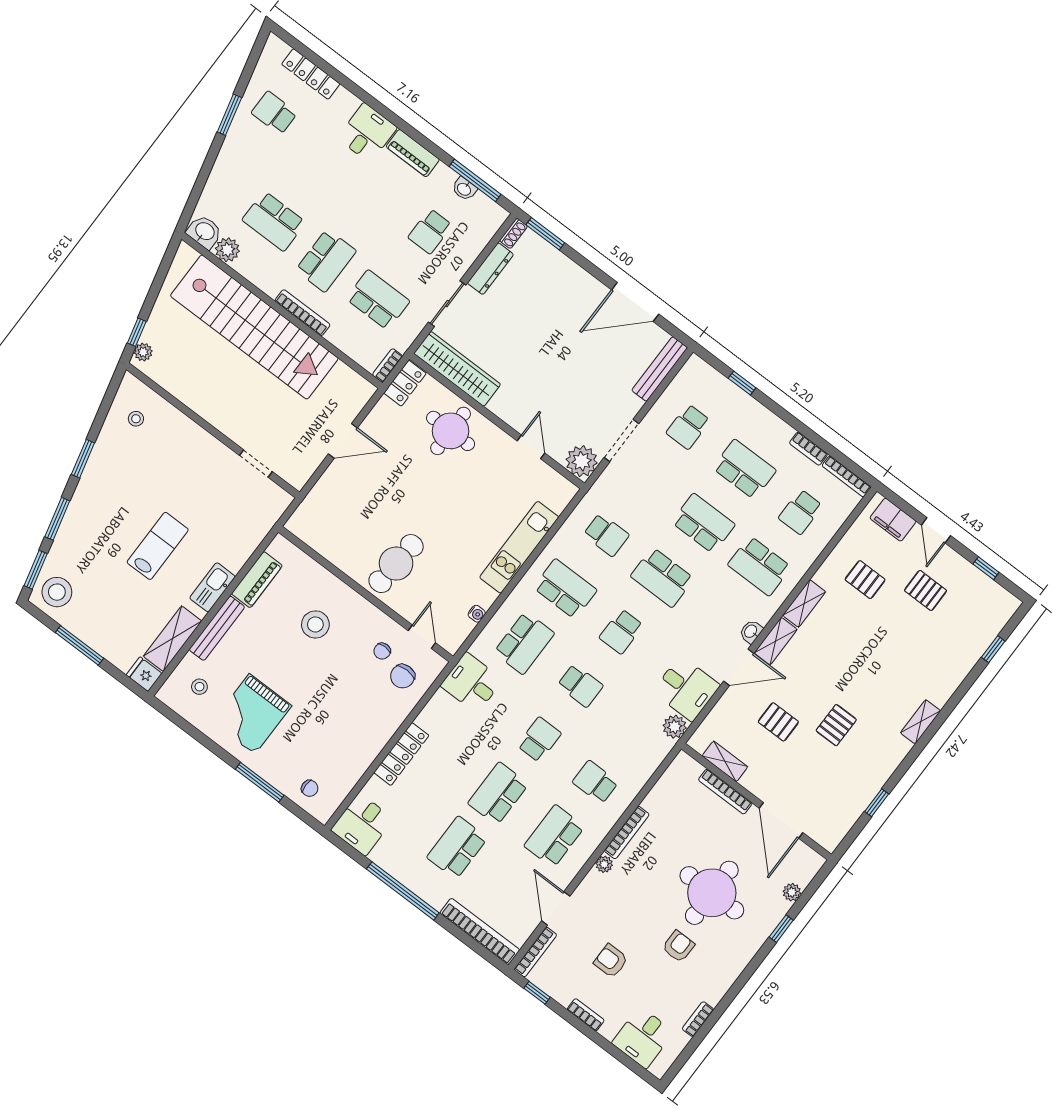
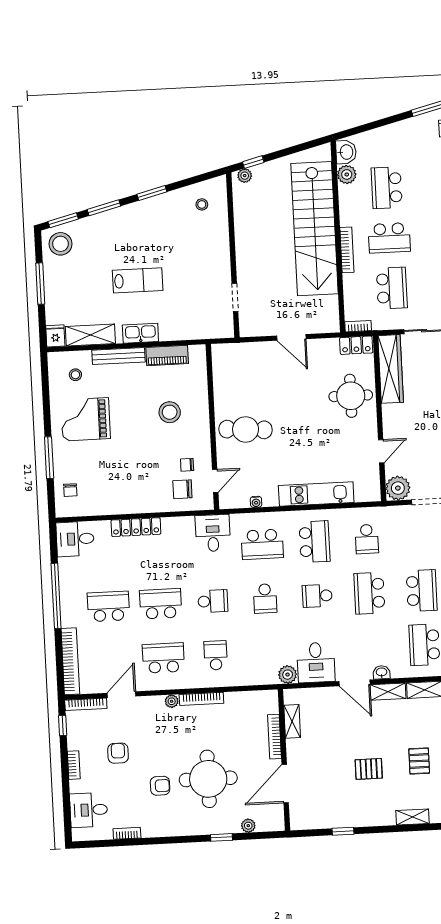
pallet: (778, 722) -> (419, 761), moved

